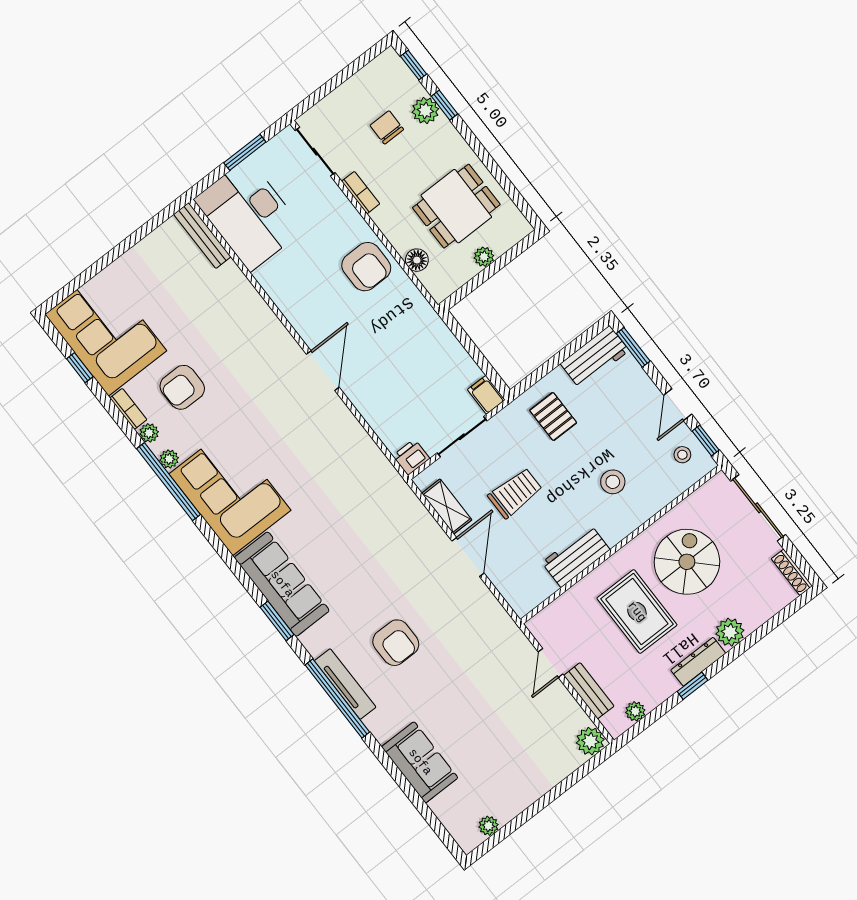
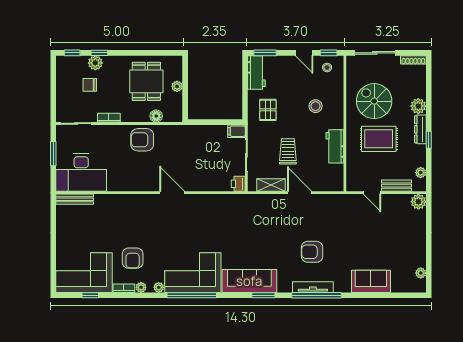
armchair: (366, 267) -> (142, 140), turned 180
pallet: (553, 416) -> (268, 110), turned 90
window: (169, 482) -> (192, 295), moved
armchair: (396, 643) -> (312, 252), turned 180

